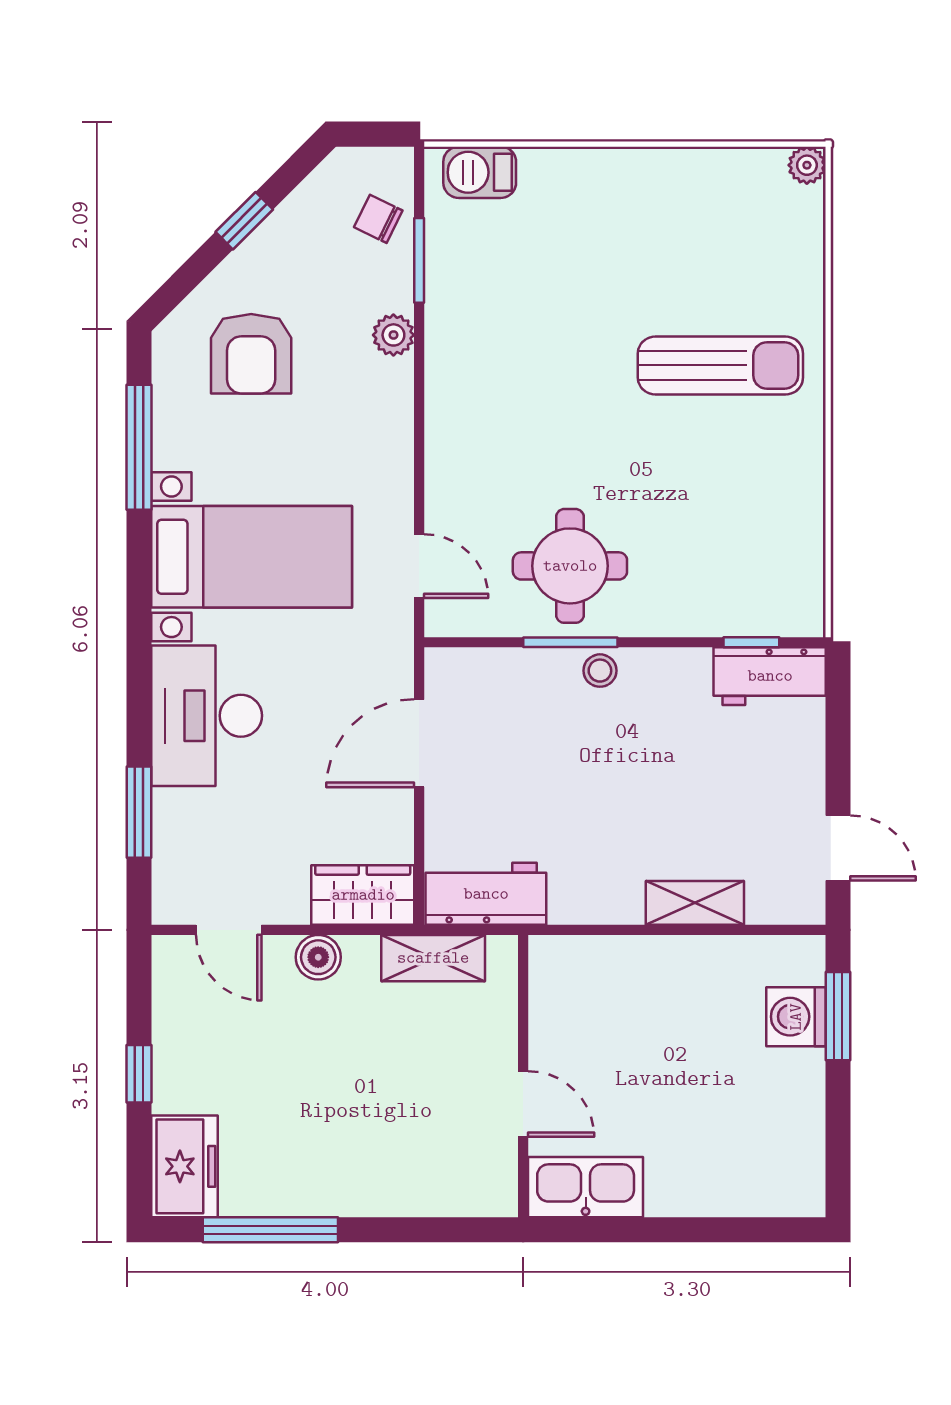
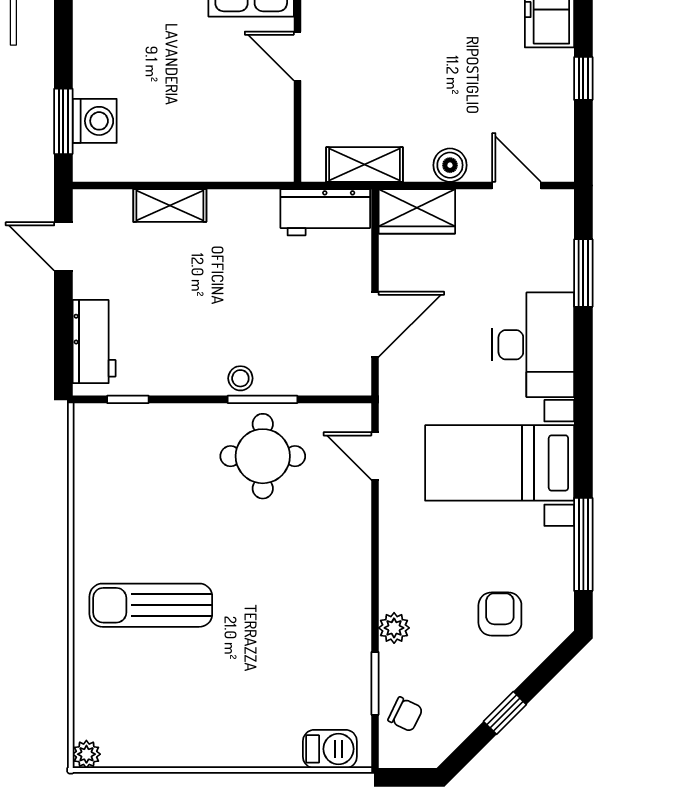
armchair: (251, 354) -> (500, 614), width x0.72, depth x0.72
workbench: (770, 676) -> (94, 342), moved, turned 90

